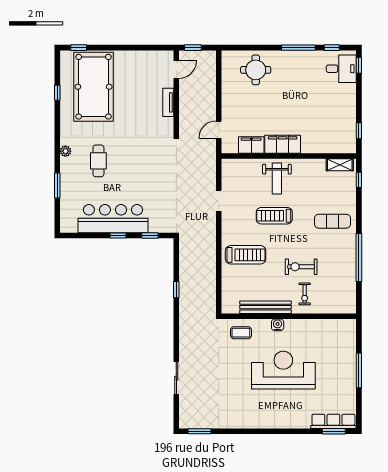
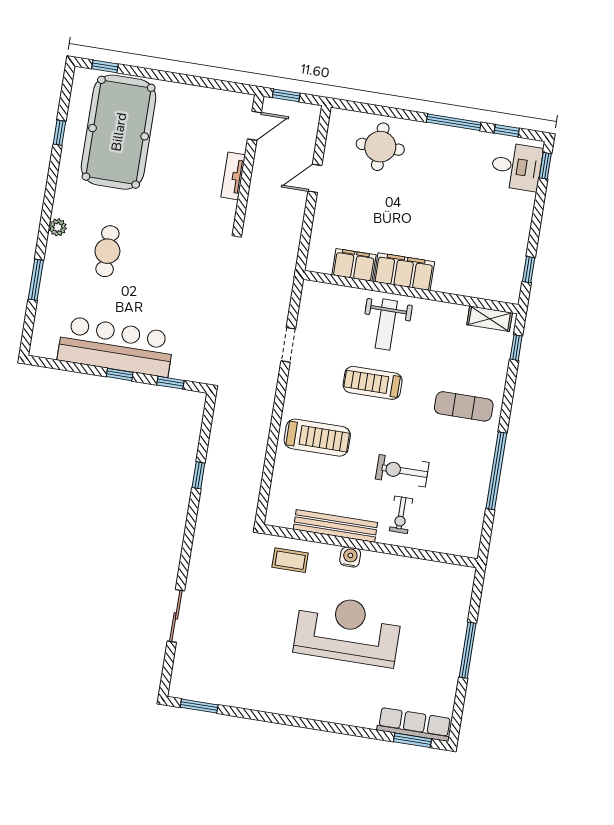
door: (219, 130) -> (315, 178), moved

